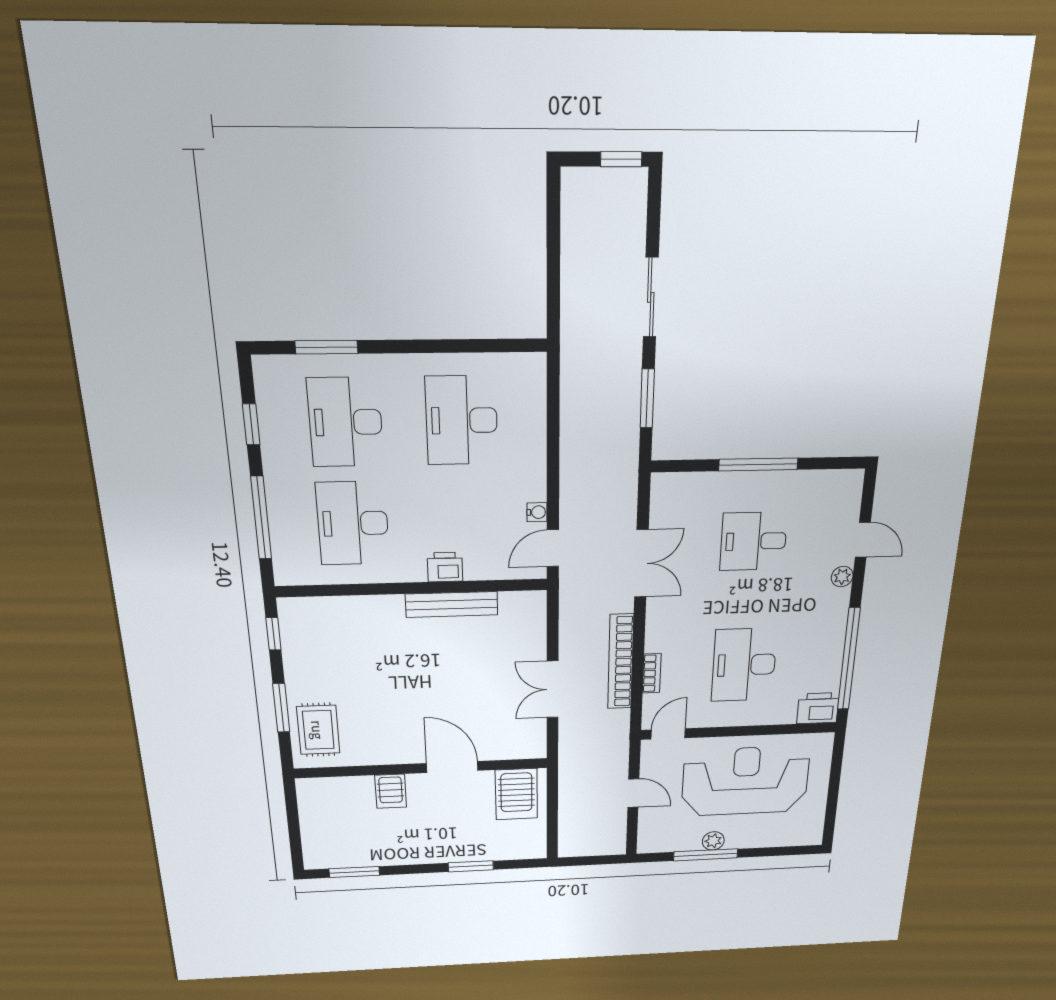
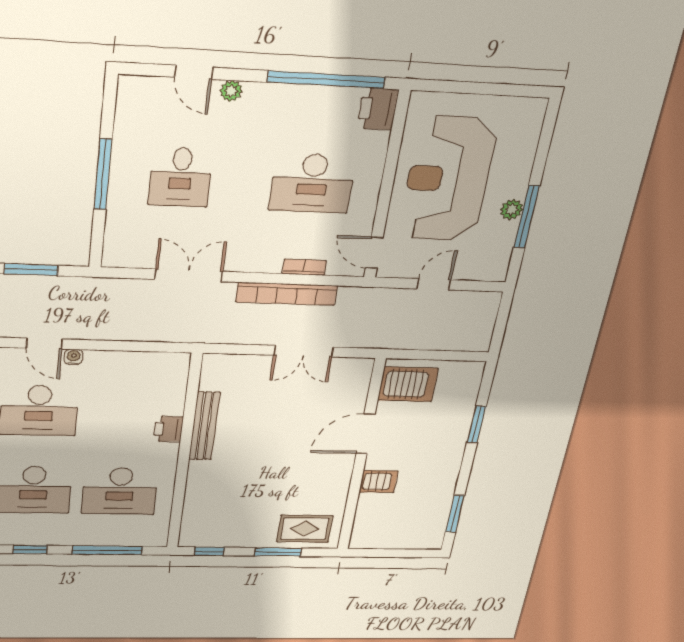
water cooler: (537, 512) -> (74, 357), moved
door: (863, 540) -> (194, 72), swing flipped
door: (553, 548) -> (44, 344), moved

